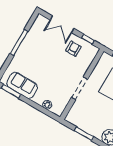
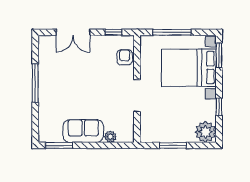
armchair: (73, 49) -> (125, 57), moved
sofa: (22, 85) -> (83, 131), moved

